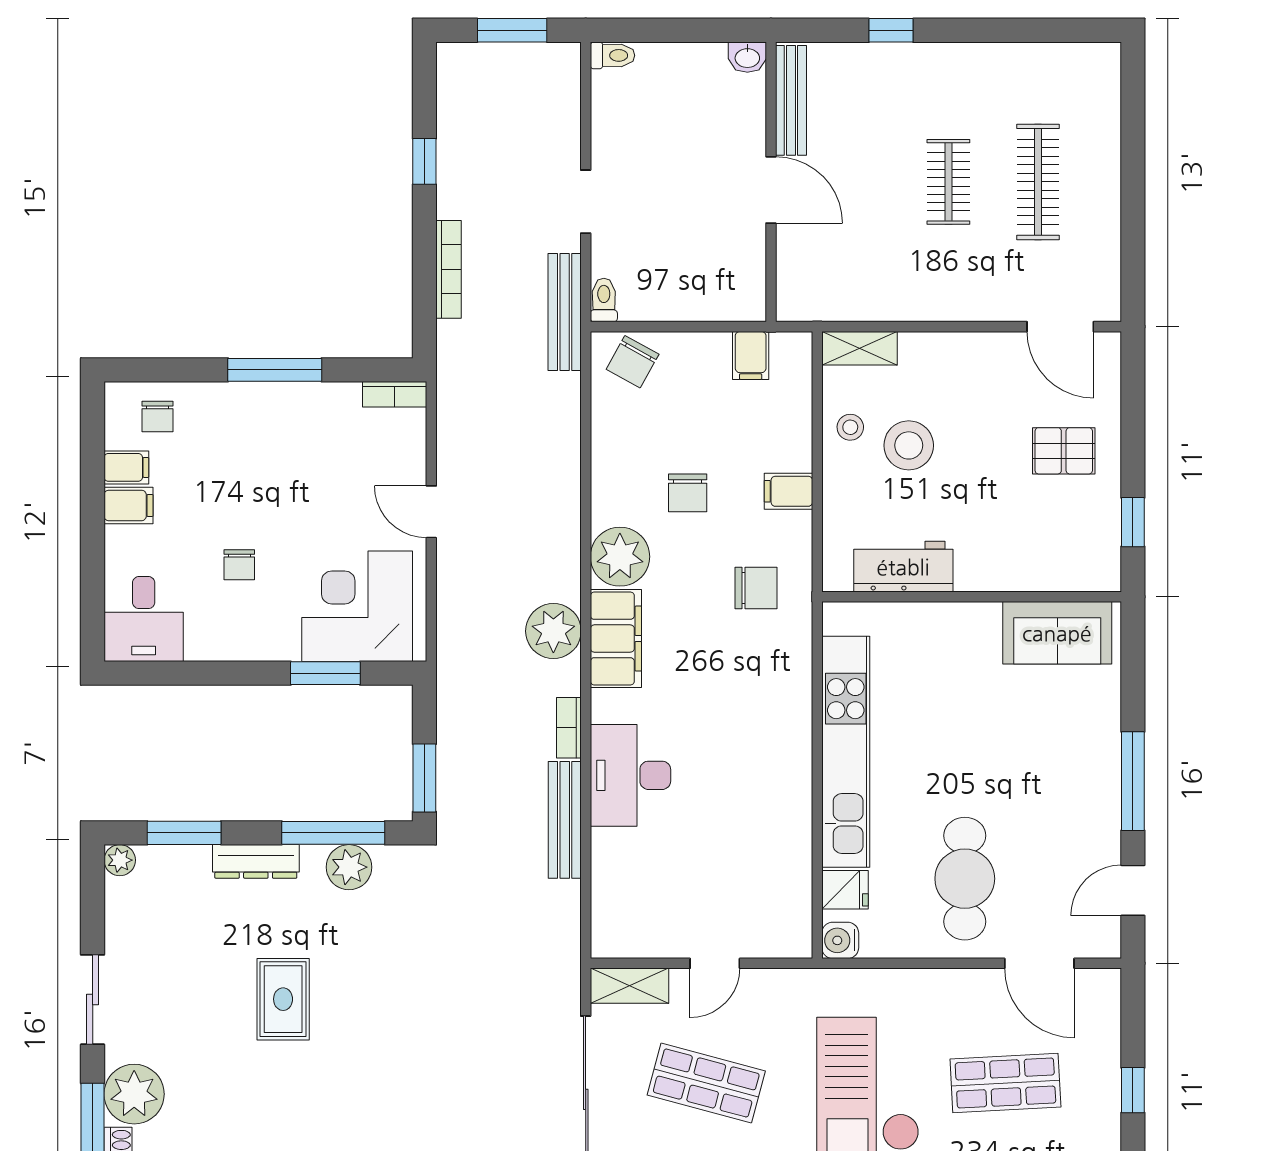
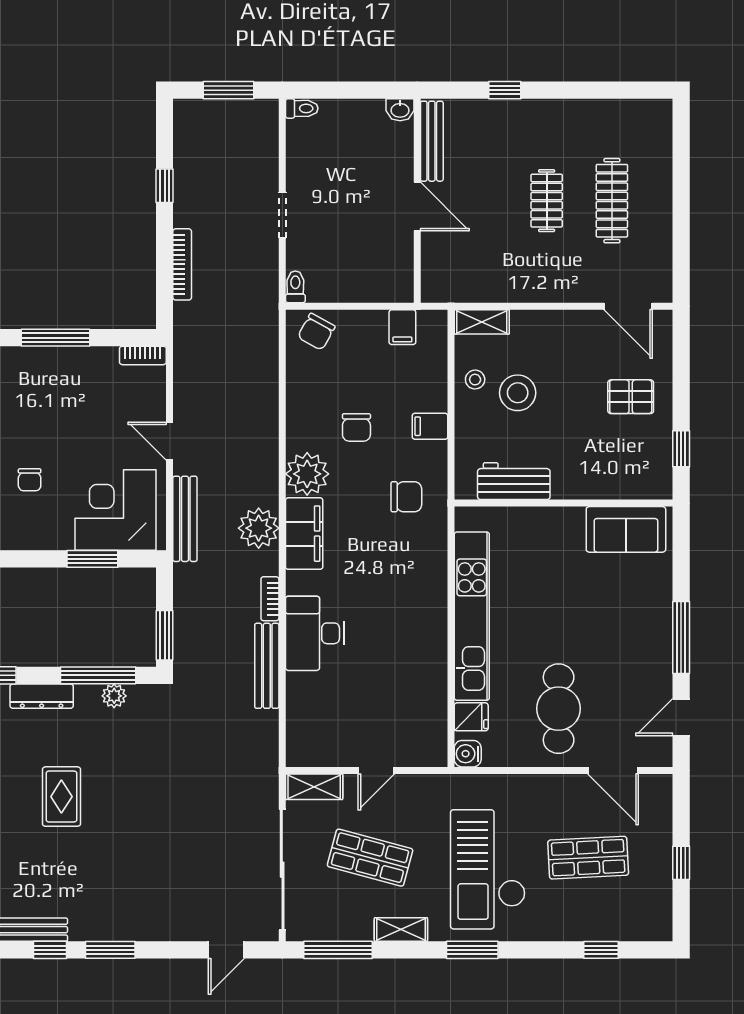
bench: (565, 312) -> (185, 519), moved
plant: (349, 867) -> (114, 696), width x0.73, depth x0.73

